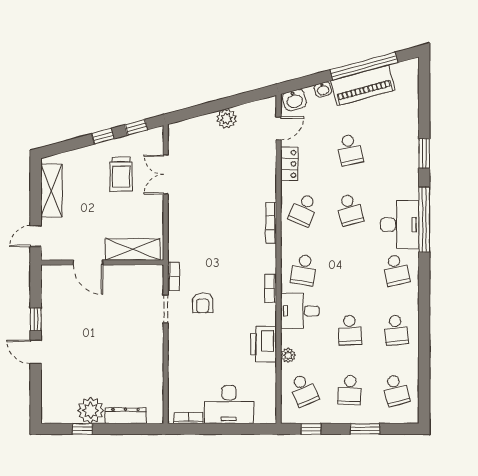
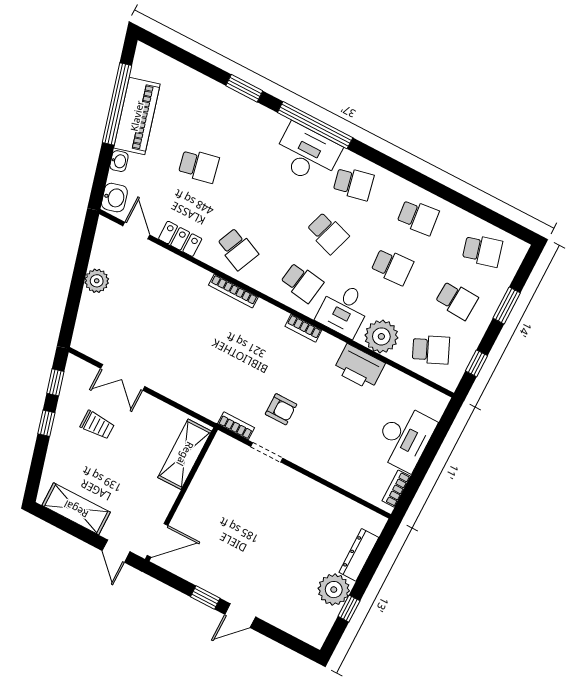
trolley: (121, 174) -> (97, 425), width x0.73, depth x0.72
school desk: (350, 210) -> (328, 233), moved, turned 33
door: (88, 262) -> (157, 540), moved
plant: (288, 355) -> (381, 336), width x1.88, depth x1.88

